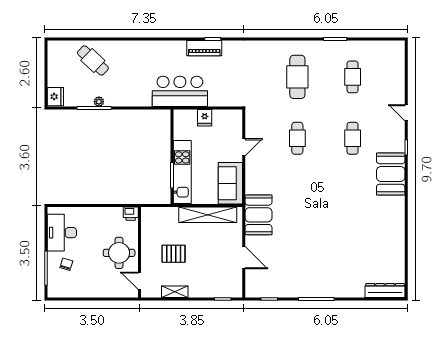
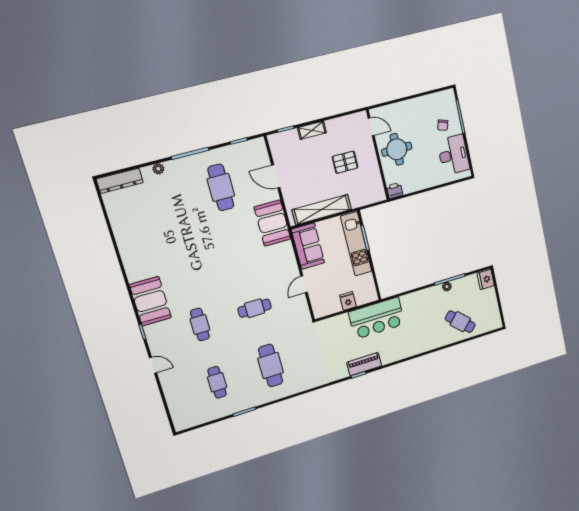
cafe table: (297, 138) -> (255, 308), turned 90
cafe table: (297, 261) -> (221, 187), added
shelving: (175, 292) -> (312, 130), moved
plant: (348, 292) -> (158, 169), added

